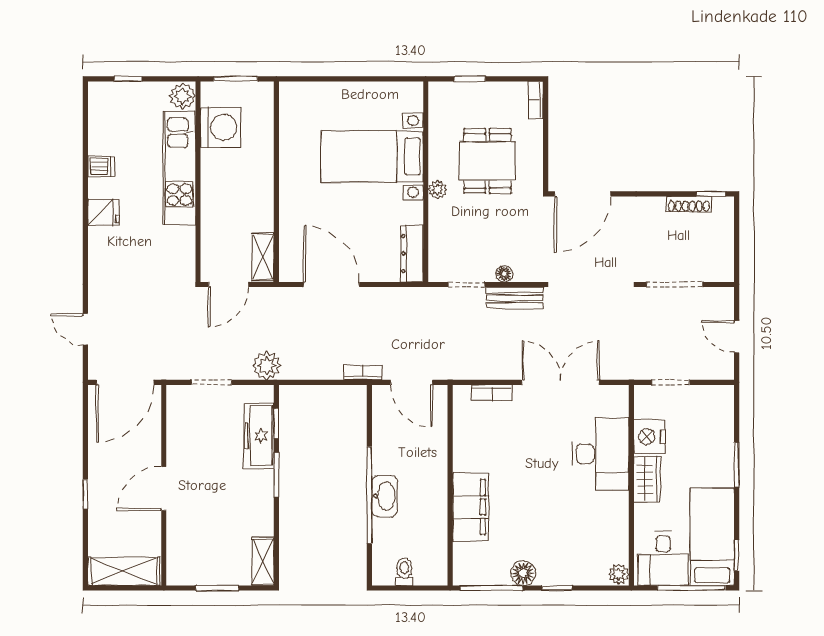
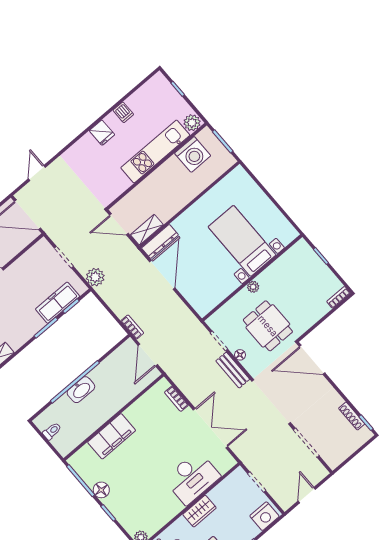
dining table: (487, 161) -> (268, 326), moved, turned 90
dresser: (412, 253) -> (160, 241), moved, turned 180
nightstand: (649, 437) -> (264, 516), moved, turned 180

